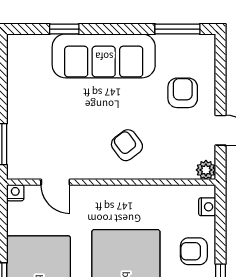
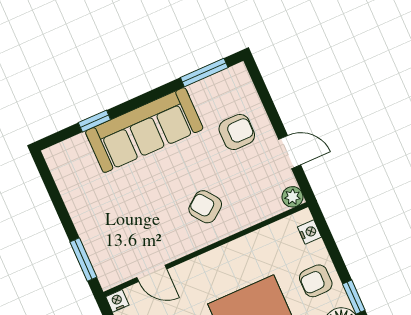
armchair: (183, 93) -> (237, 132), turned 90

